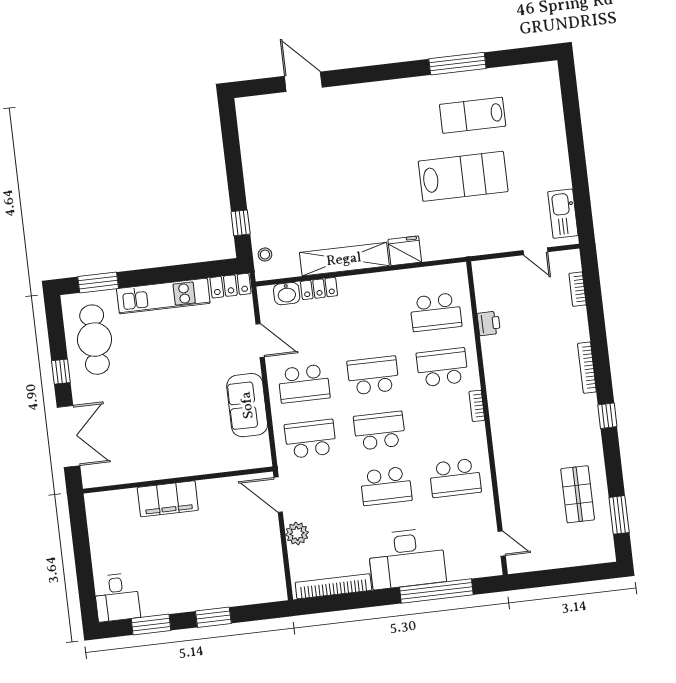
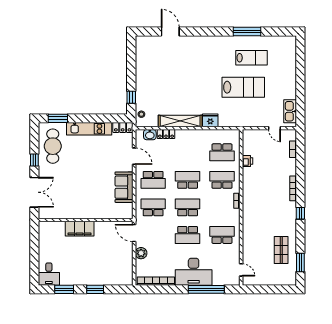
lab bench: (473, 115) -> (251, 58), turned 180
school desk: (455, 478) -> (222, 235), turned 180

